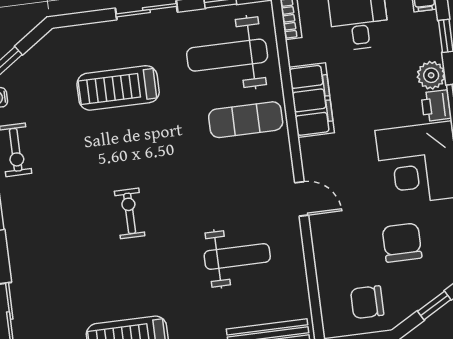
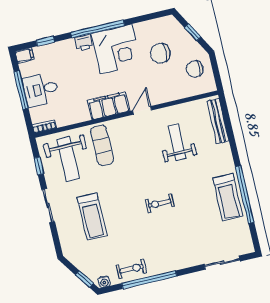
plant: (431, 75) -> (68, 47), removed
filing cabinet: (312, 100) -> (108, 106), moved
chair: (367, 302) -> (195, 69), turned 90

